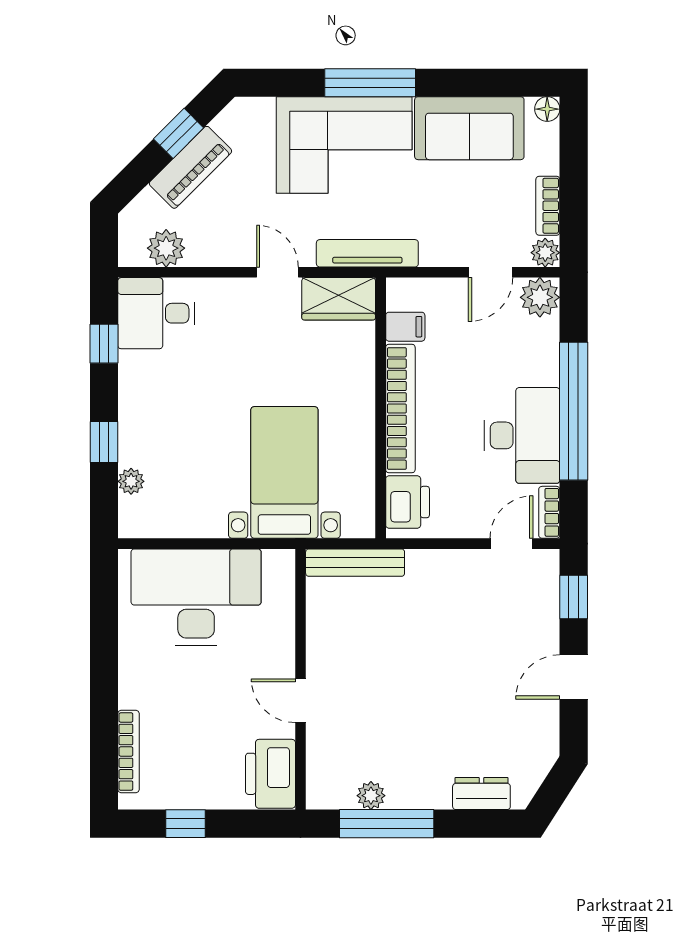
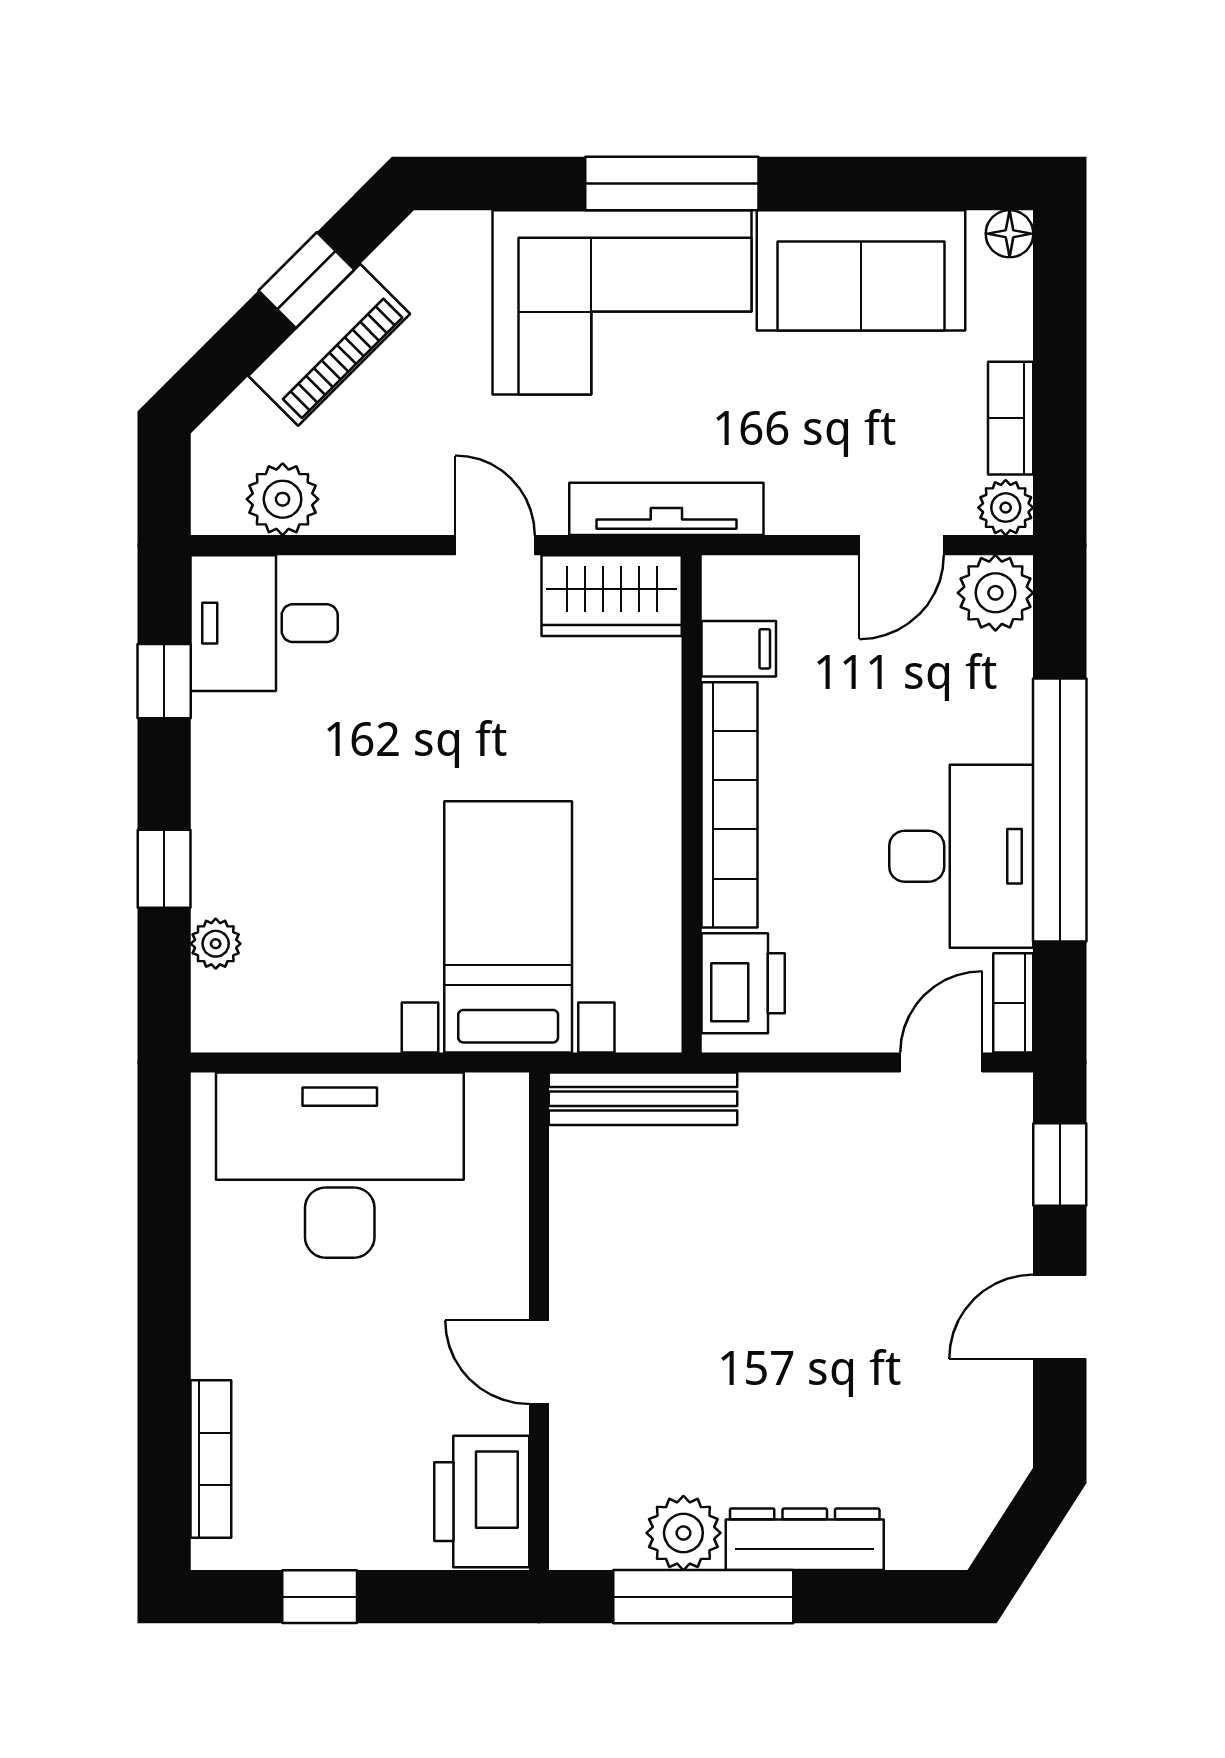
dresser: (481, 794) -> (805, 1539), moved, width x1.44
plant: (371, 796) -> (683, 1533), width x1.38, depth x1.38

